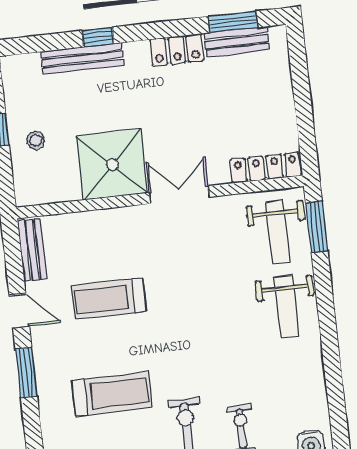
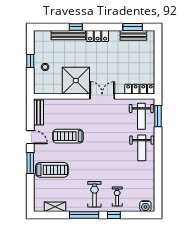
locker: (177, 50) -> (98, 36), moved
treadmill: (112, 394) -> (52, 170), moved

